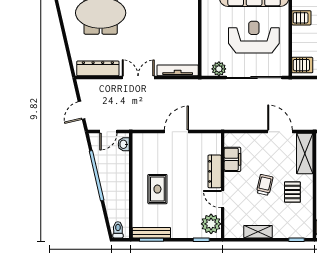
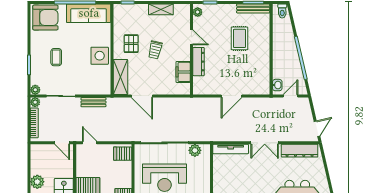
door: (82, 110) -> (317, 129), moved
rug: (157, 189) -> (239, 38), moved
plant: (211, 224) -> (198, 12), width x0.53, depth x0.53

